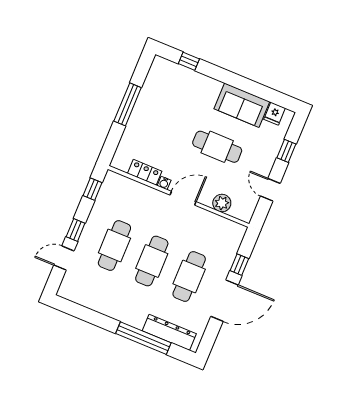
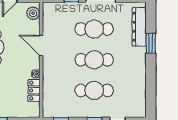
door: (183, 198) -> (41, 45), moved
plant: (222, 203) -> (33, 13), moved
window: (143, 338) -> (151, 43), width x0.47

